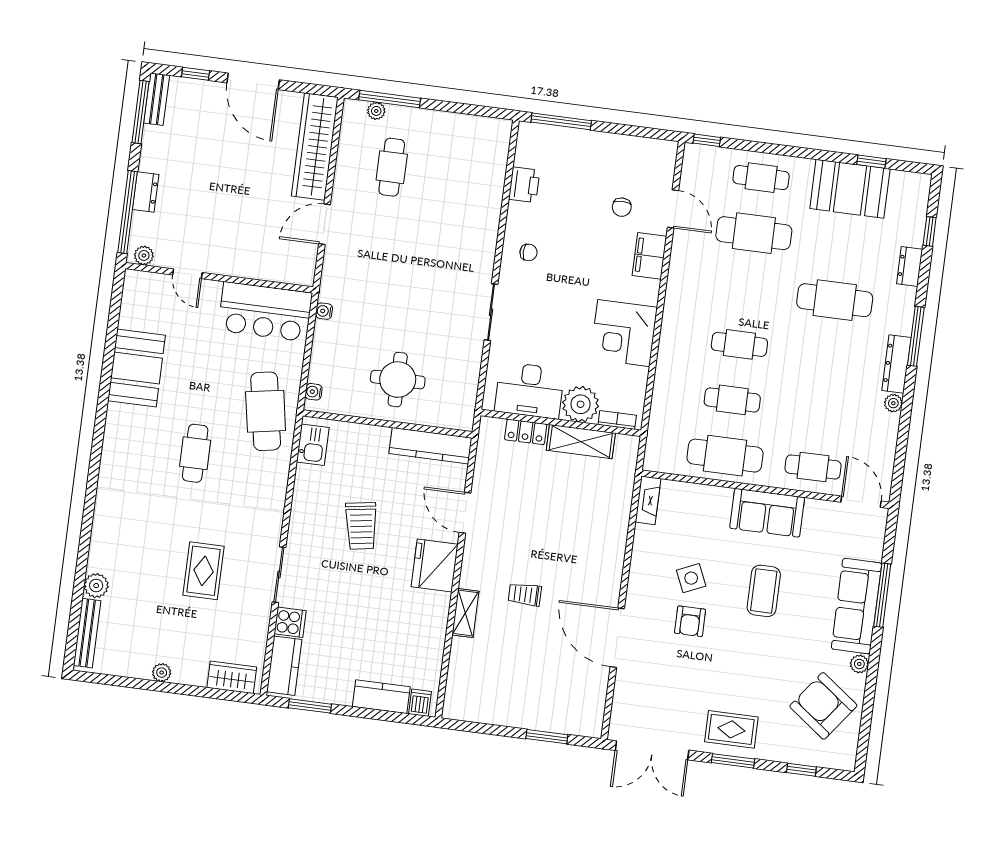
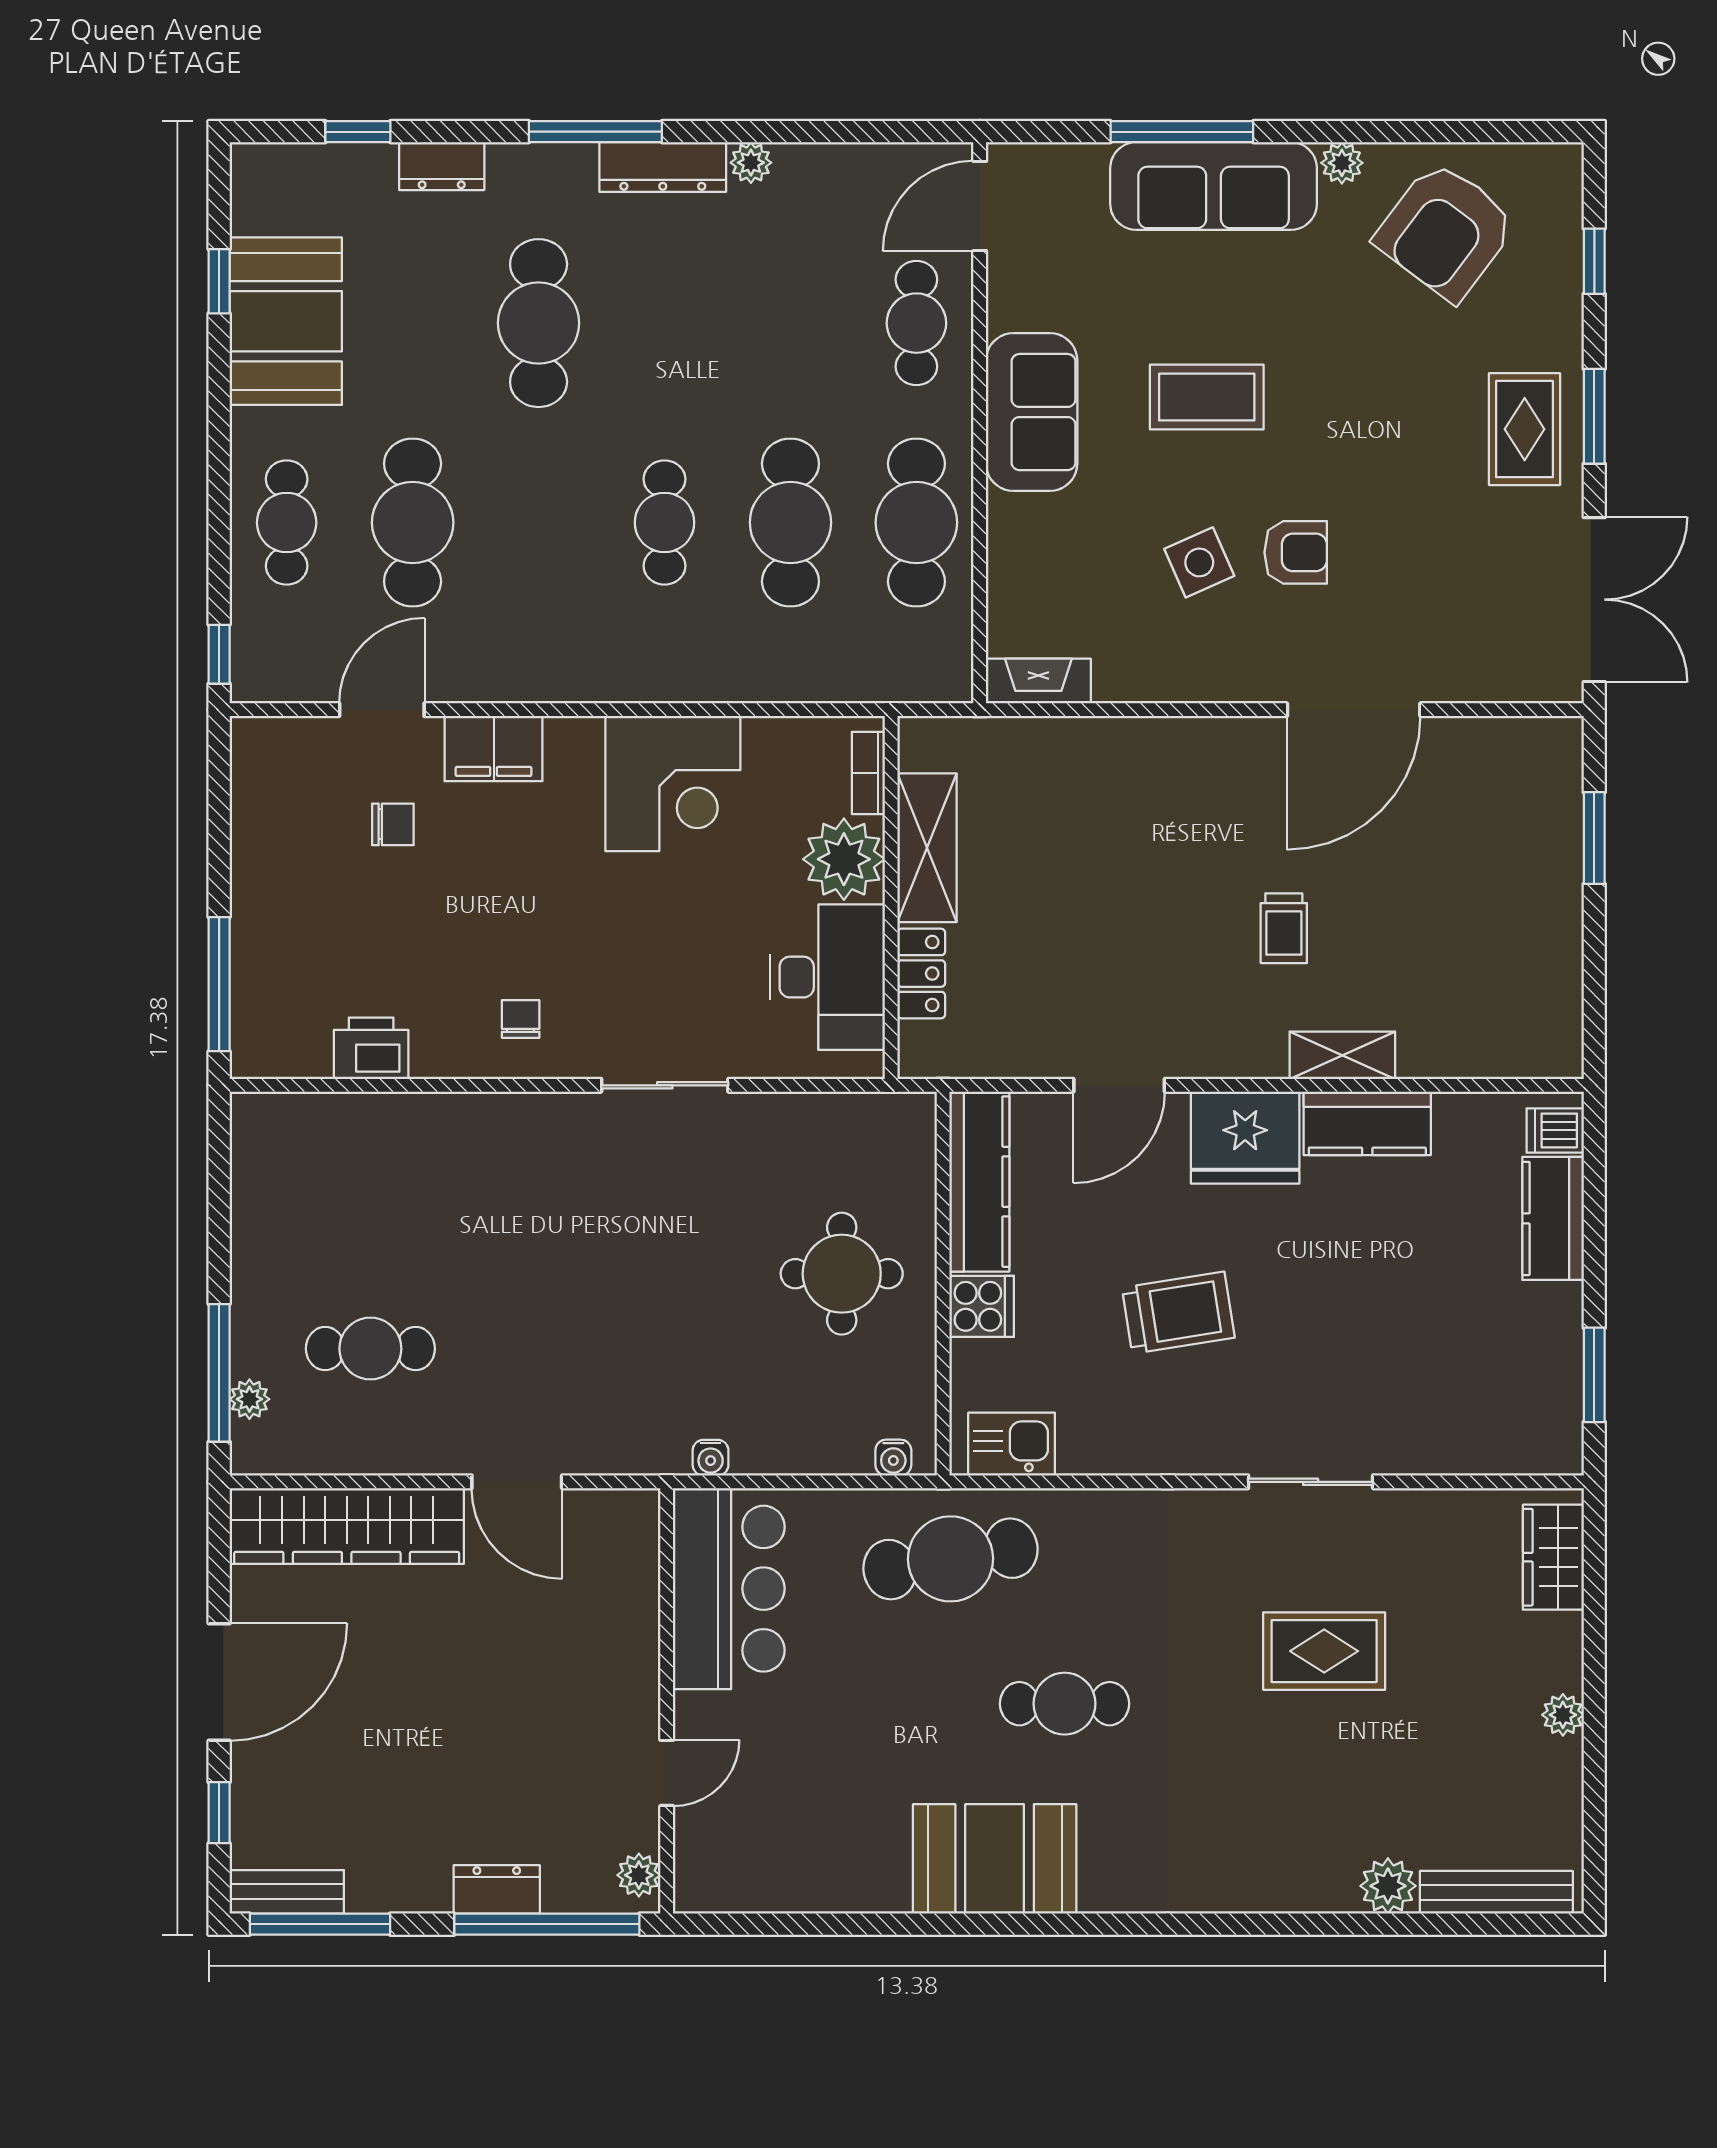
booth: (137, 368) -> (995, 1859), moved
cafe table: (732, 400) -> (790, 523), width x1.37, depth x1.35
cooker: (290, 622) -> (982, 1306), moved, turned 90
kitchen counter: (284, 666) -> (1367, 1123), moved, turned 180

